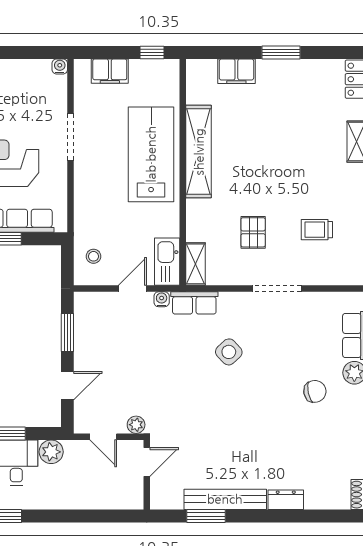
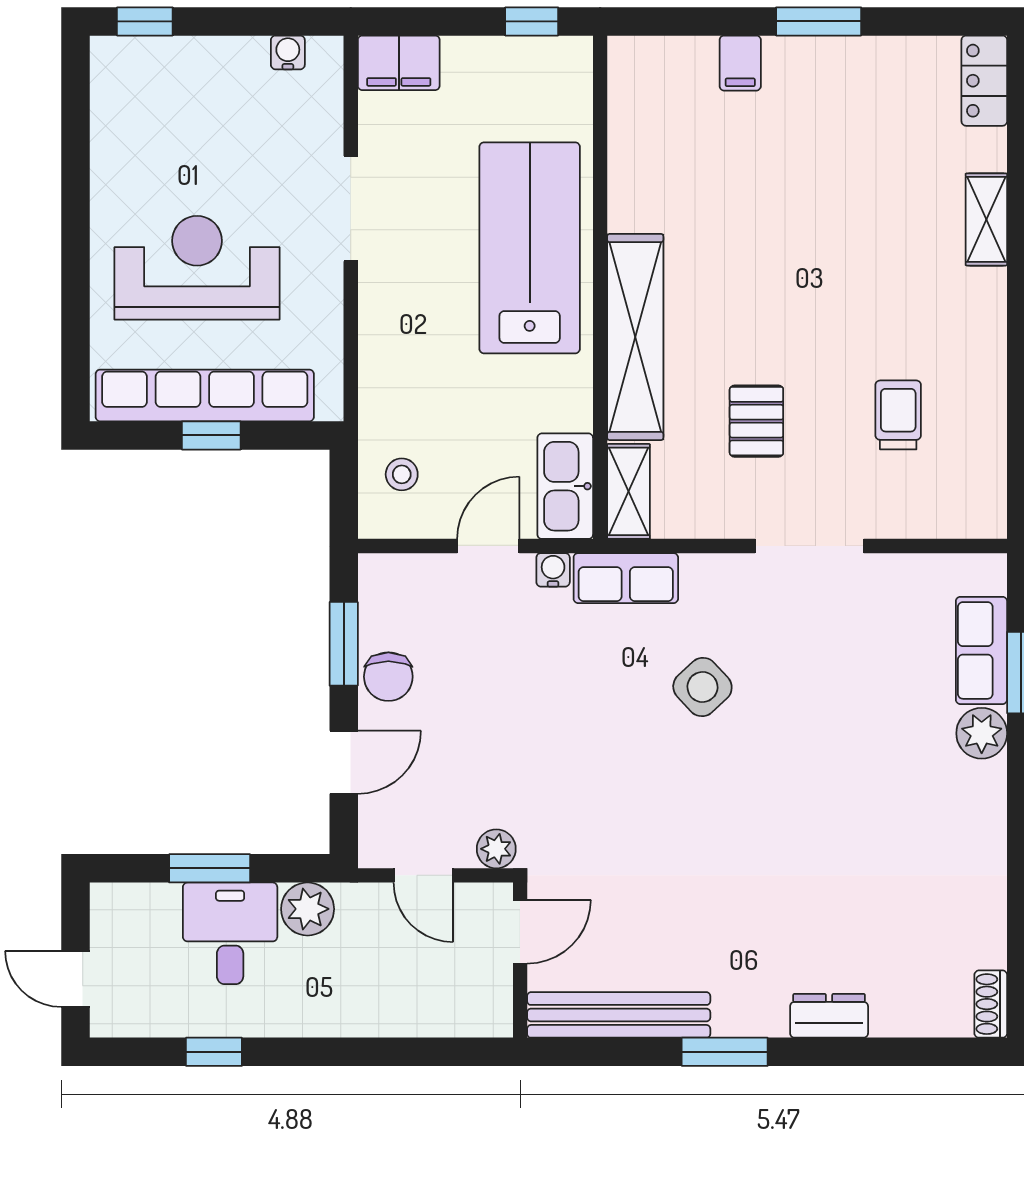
water cooler: (60, 66) -> (288, 52), moved
filing cabinet: (110, 71) -> (399, 63), moved
filing cabinet: (236, 71) -> (740, 63), width x0.50
shelving: (199, 152) -> (635, 337), moved
trolley: (317, 230) -> (898, 415), turned 90
chair: (315, 391) -> (388, 677), moved, turned 102
bench: (225, 499) -> (619, 1015), moved
window: (206, 516) -> (725, 1052), moved

